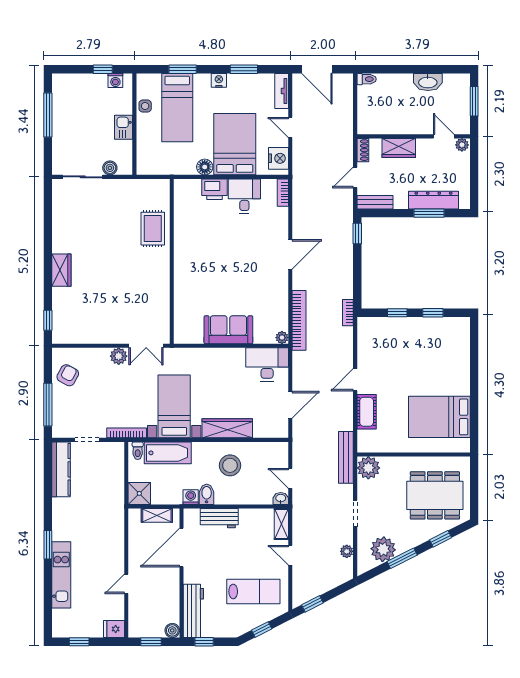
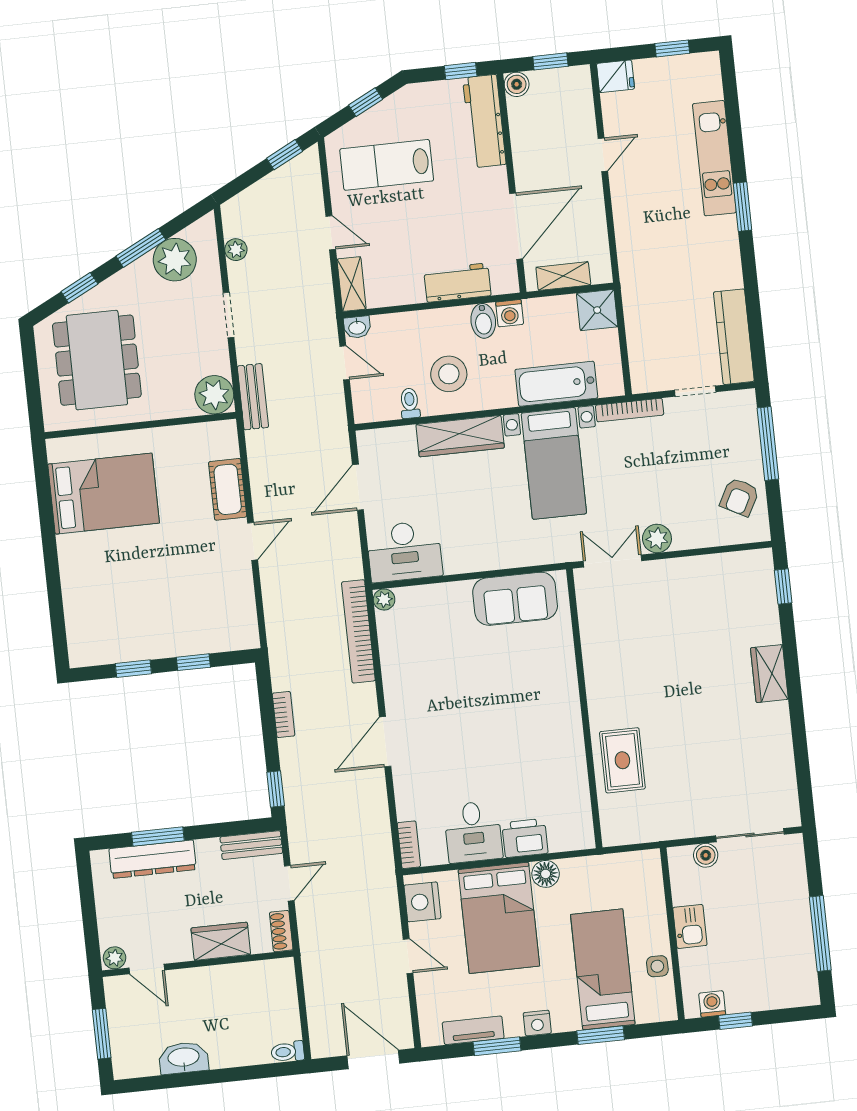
tv unit: (282, 91) -> (473, 1030), moved, turned -90
bookcase: (348, 313) -> (284, 714), moved
sofa: (228, 330) -> (515, 599), moved
toilet: (138, 451) -> (410, 403), moved
bench: (346, 457) -> (253, 397), width x0.73
dining table: (435, 495) -> (97, 360), turned 90

